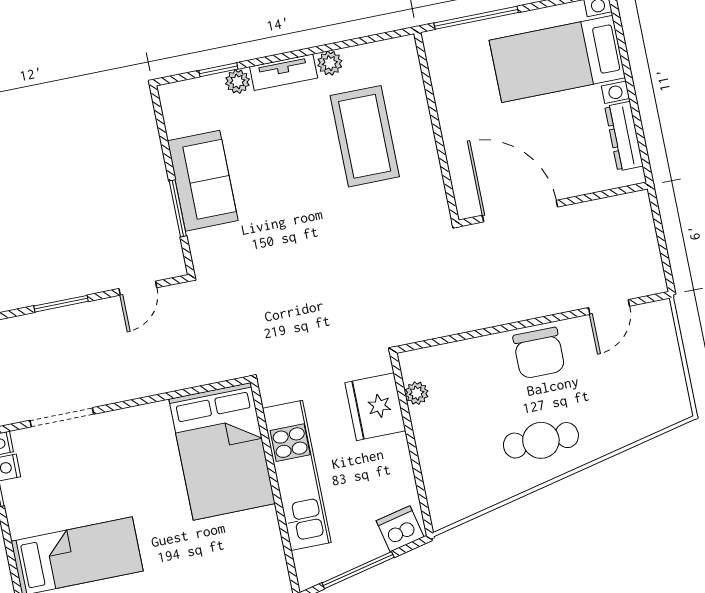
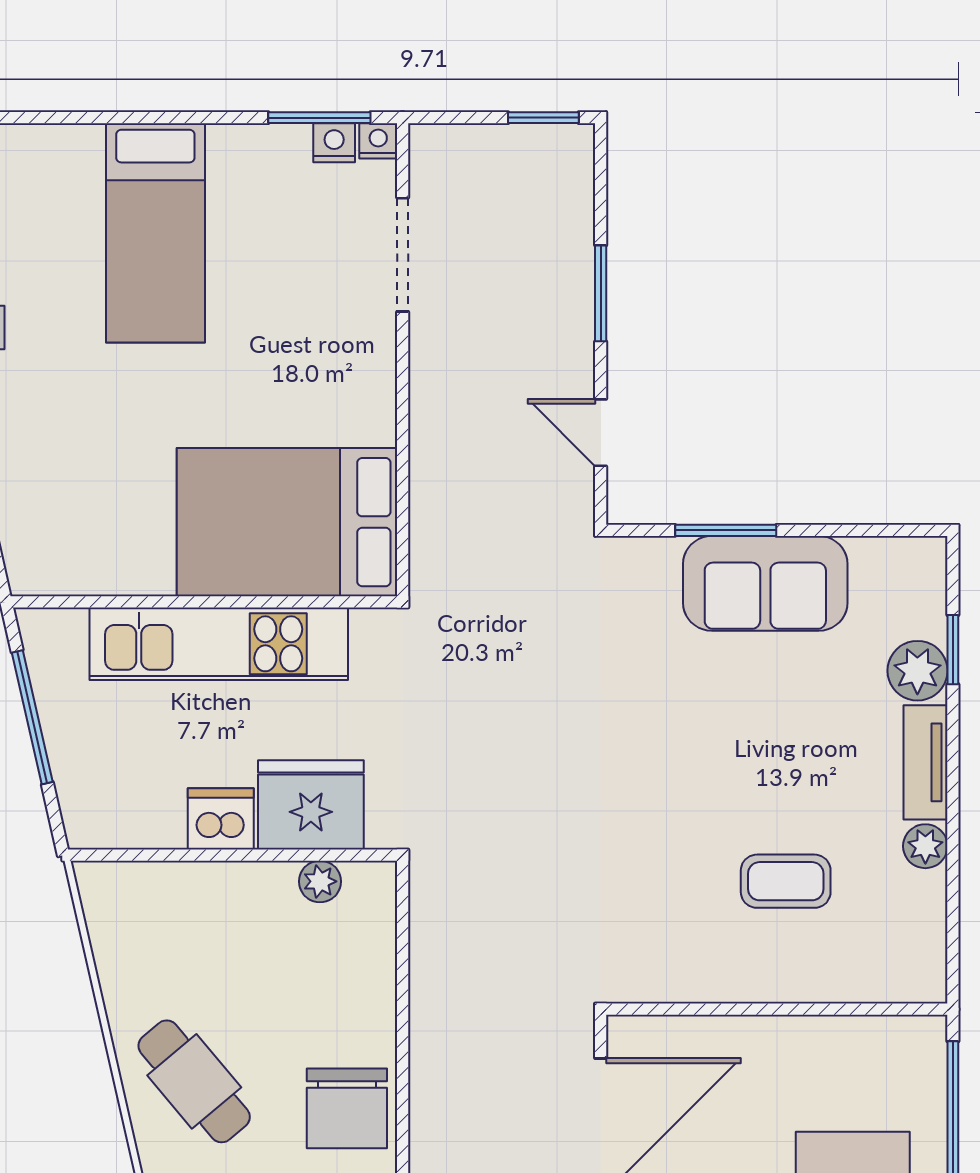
plant: (238, 82) -> (917, 671), width x1.38, depth x1.38
coffee table: (365, 136) -> (786, 881), width x0.54, depth x0.58
chair: (539, 353) -> (347, 1108), turned -90
cafe table: (541, 440) -> (194, 1081), turned -40
dishwasher: (400, 529) -> (221, 819), moved, turned -77

